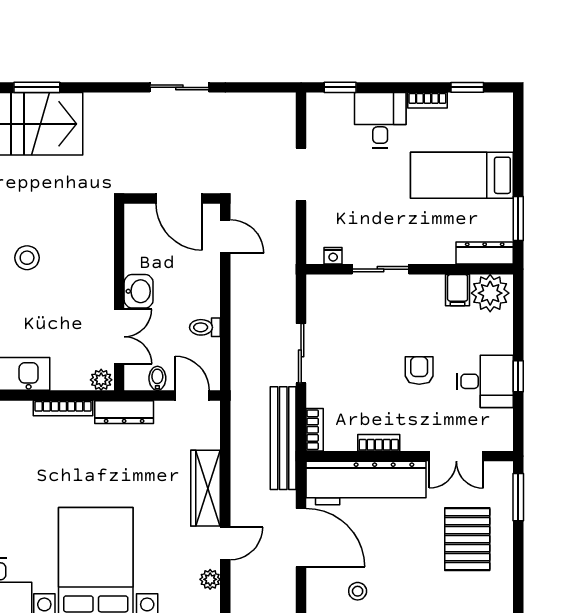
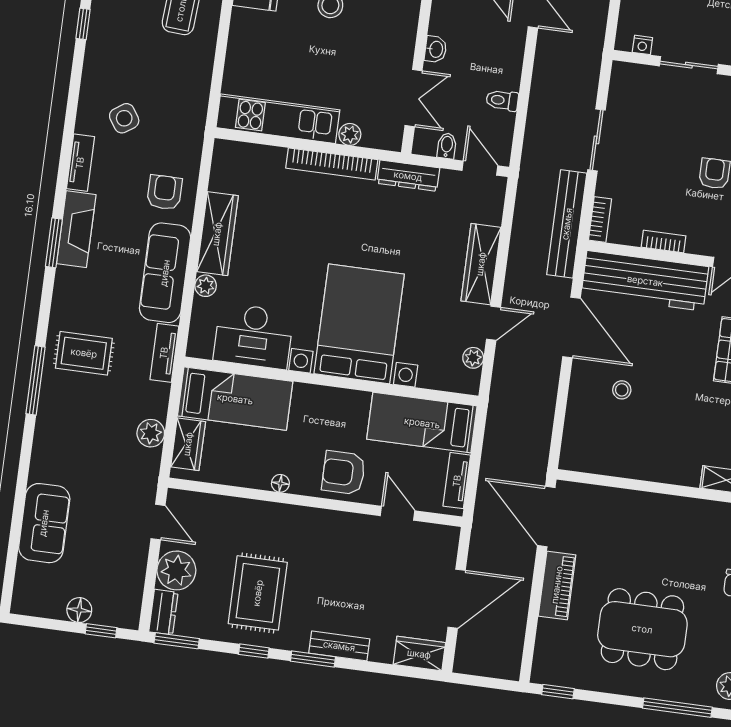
washbasin: (139, 291) -> (436, 49), width x0.72, depth x0.69
plant: (101, 380) -> (350, 134), moved
bookcase: (63, 408) -> (332, 164), width x1.48, depth x1.31

